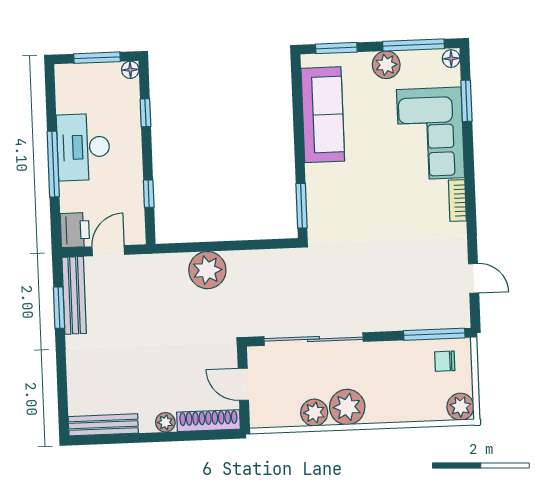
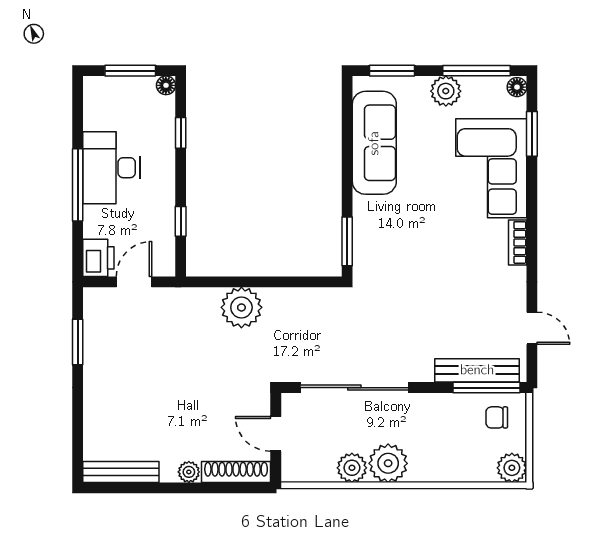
bench: (74, 295) -> (477, 370), moved, turned 90

